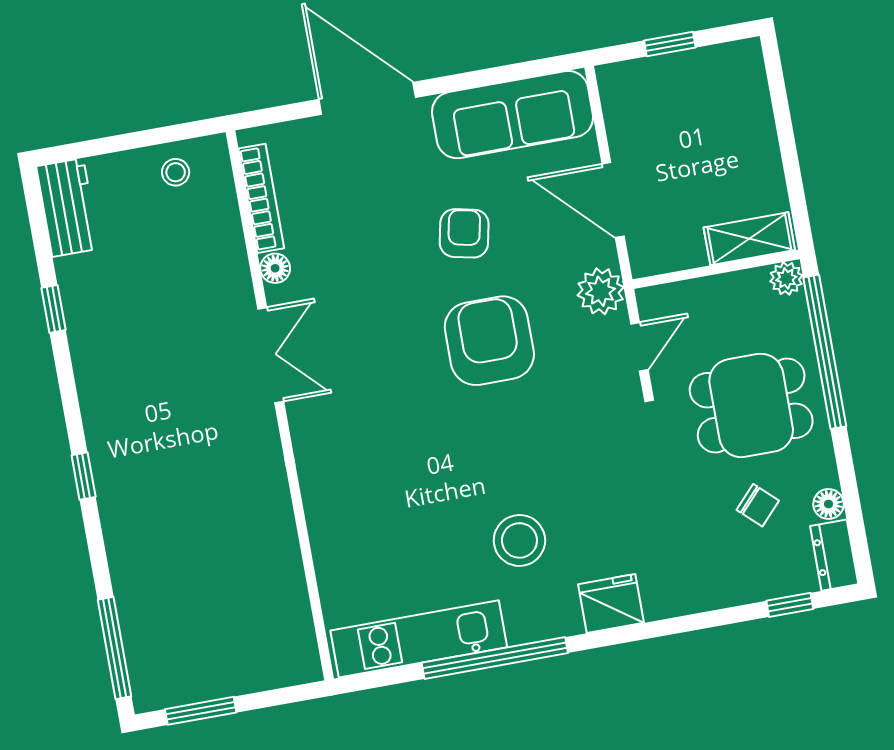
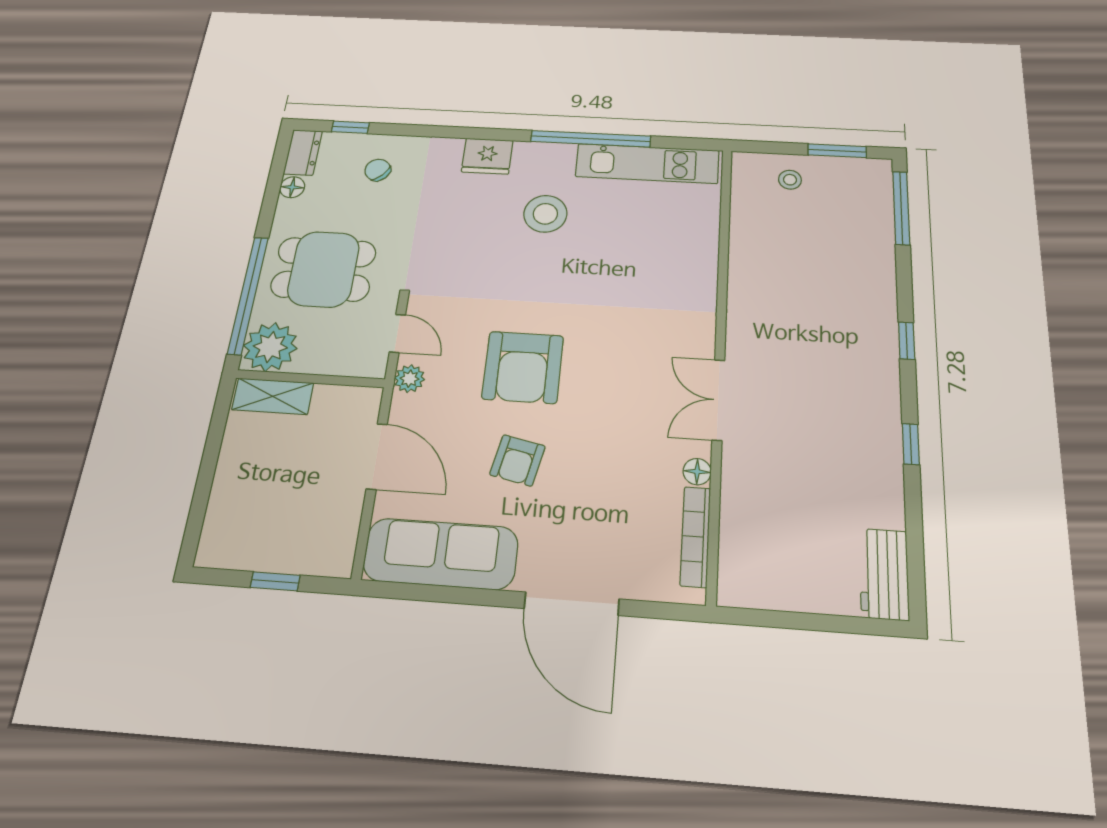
stool: (176, 172) -> (790, 180), moved
plant: (786, 278) -> (270, 347), width x1.88, depth x1.88
plant: (601, 291) -> (409, 379), width x0.73, depth x0.73
window: (53, 309) -> (911, 444), moved
door: (639, 347) -> (397, 333), swing flipped
chair: (758, 505) -> (378, 170), moved

